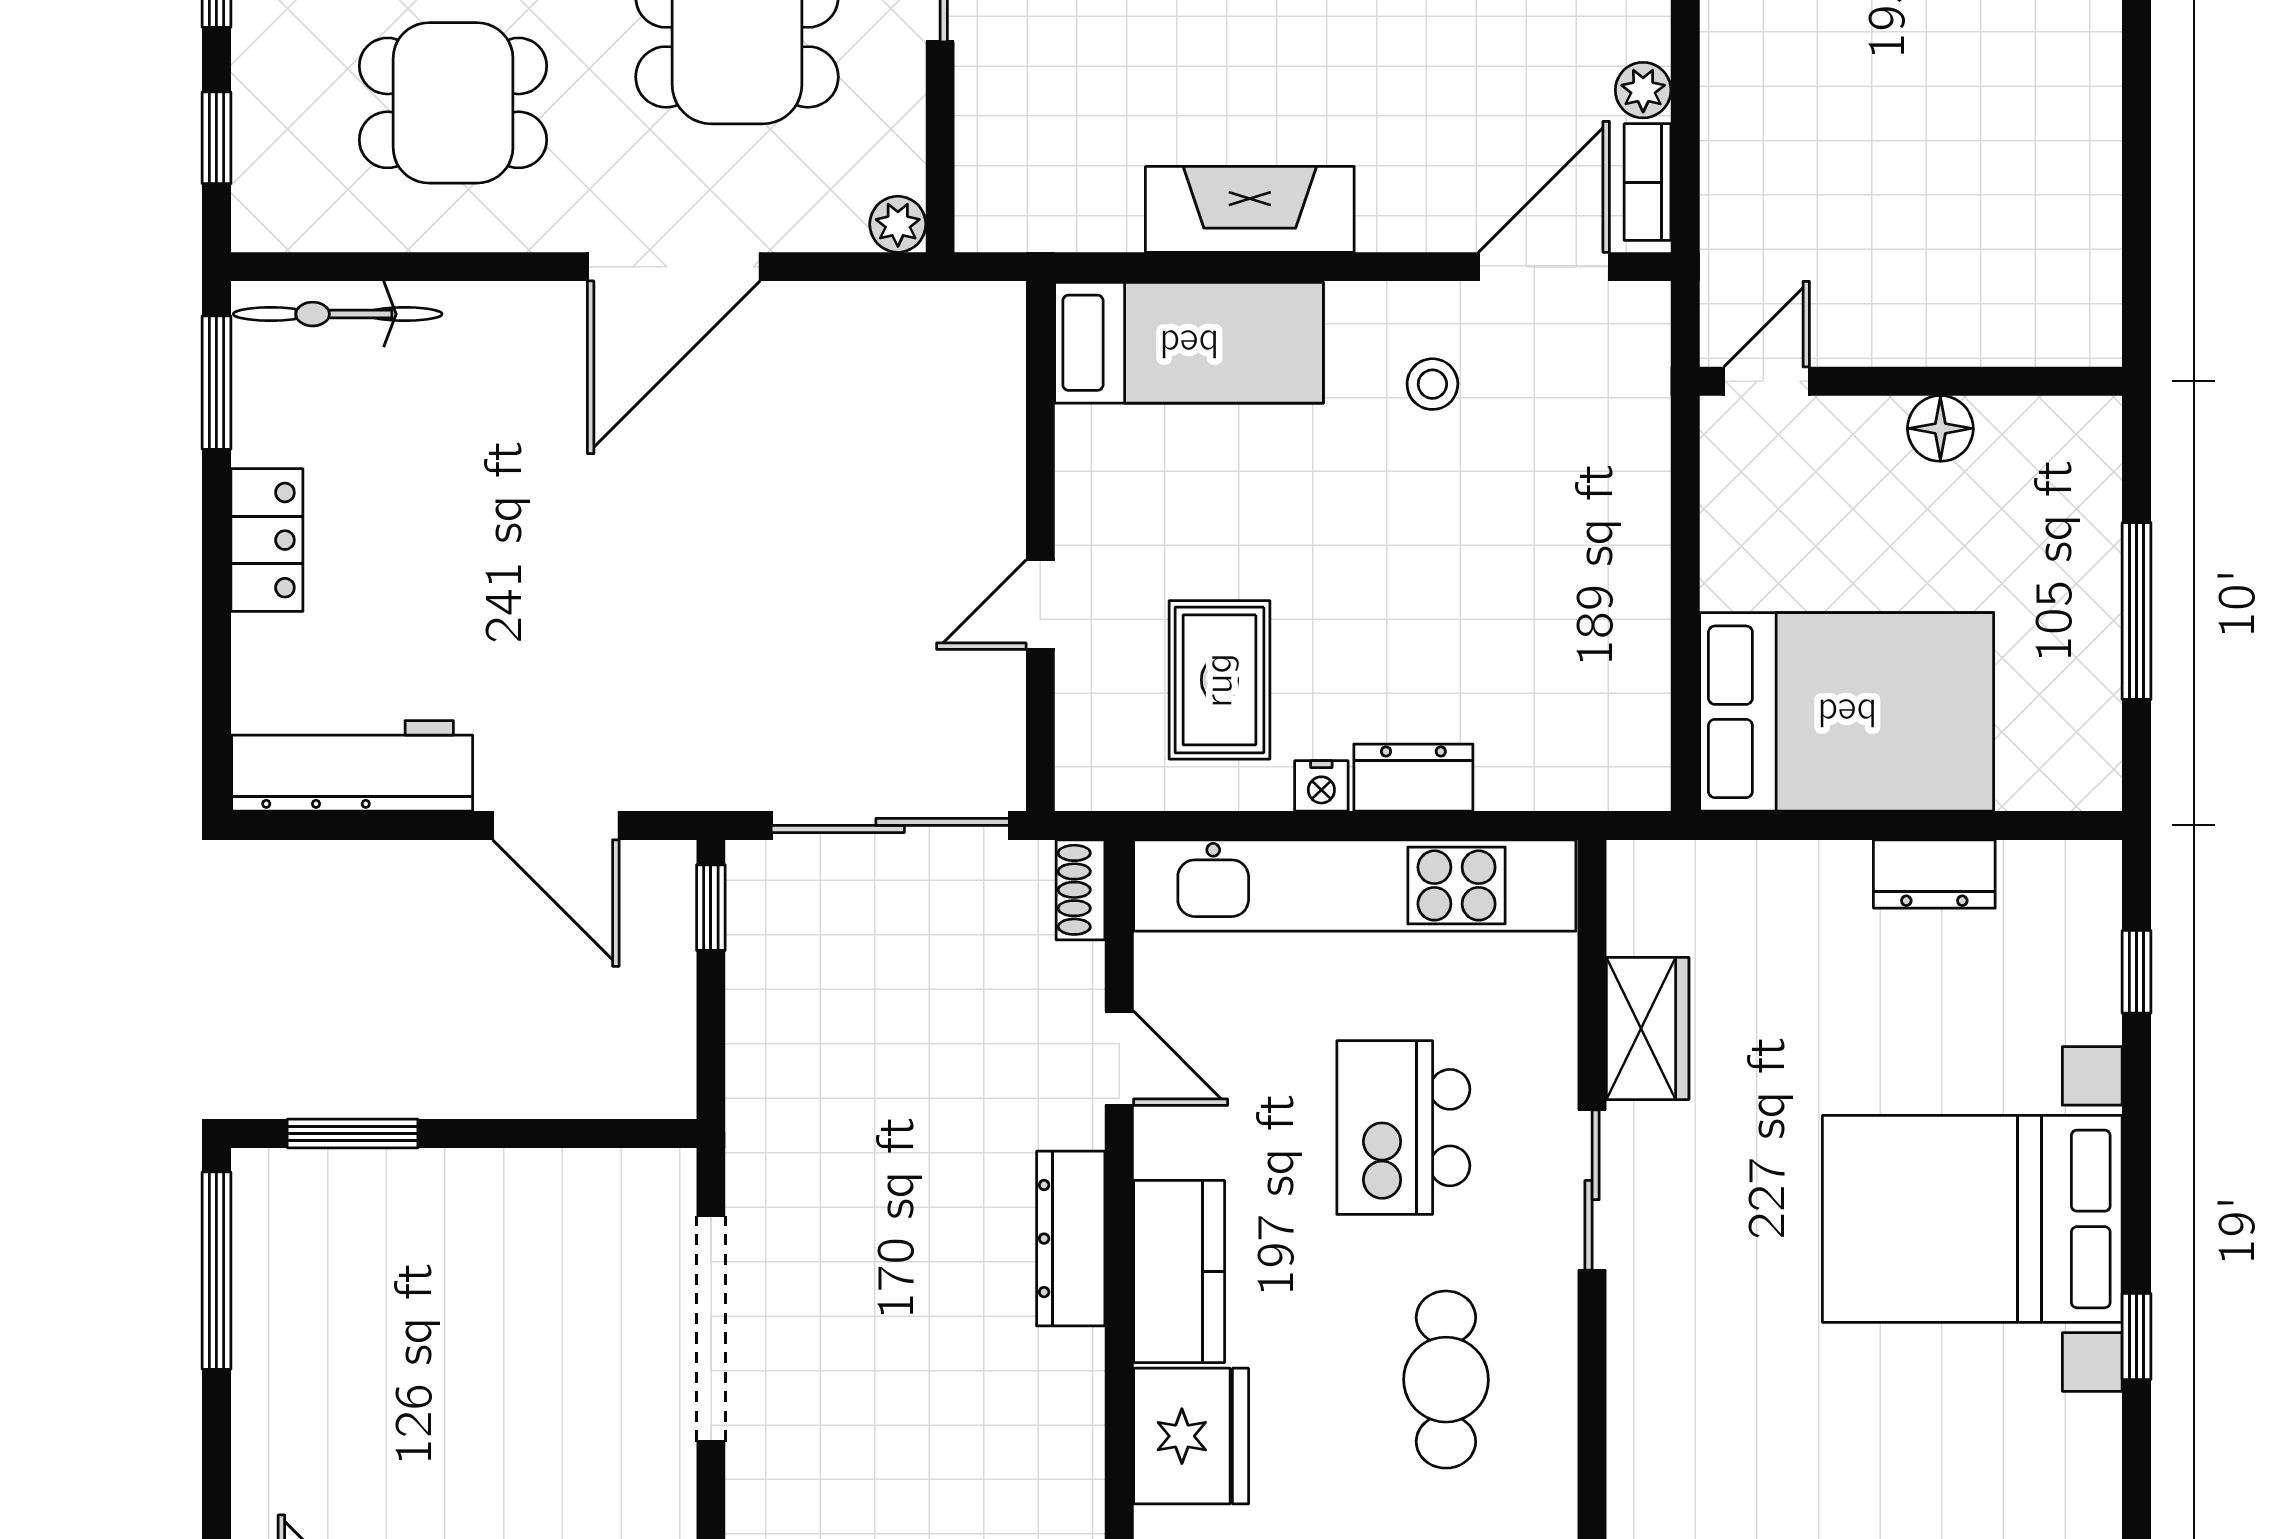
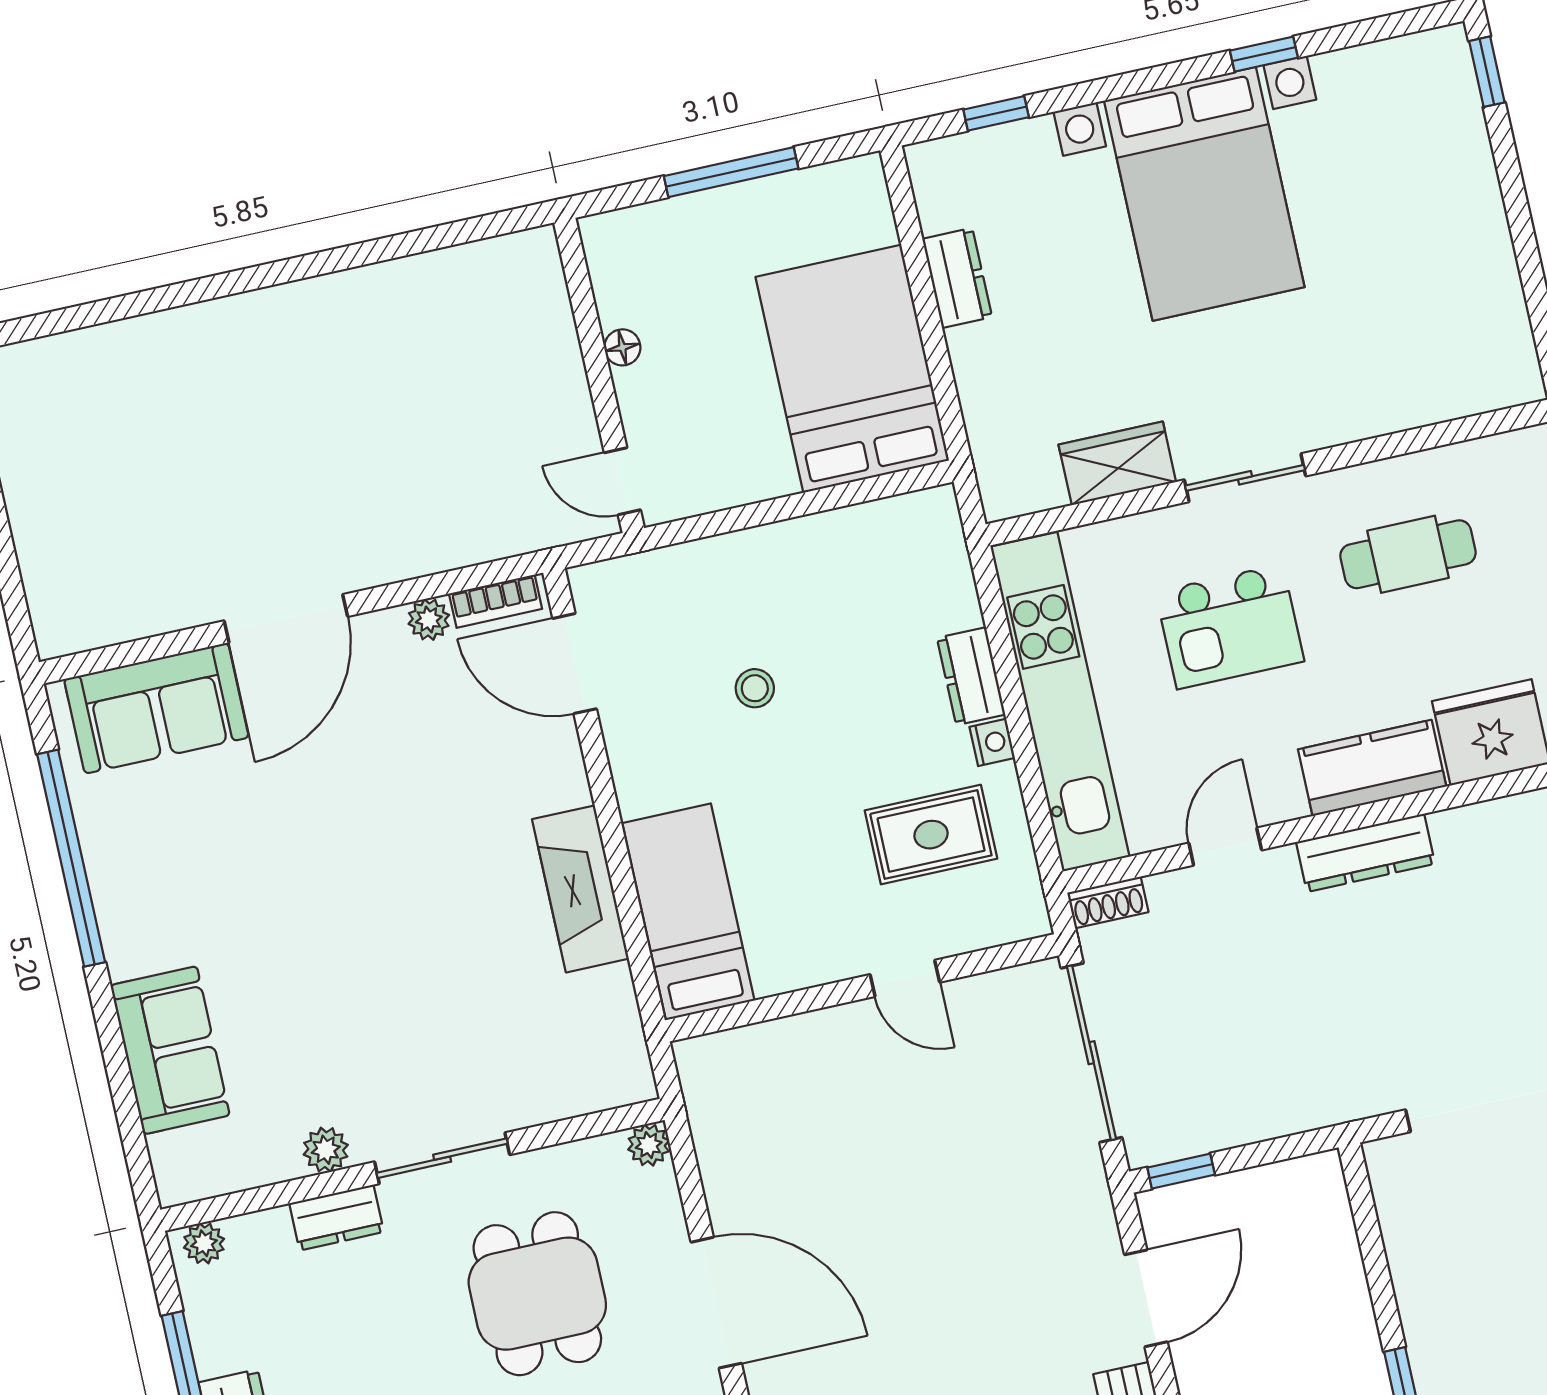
stool: (1432, 384) -> (755, 688), moved
floor lamp: (1940, 428) -> (622, 347), width x0.73, depth x0.73

